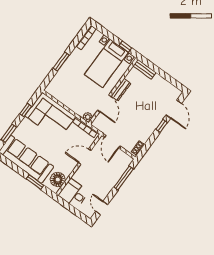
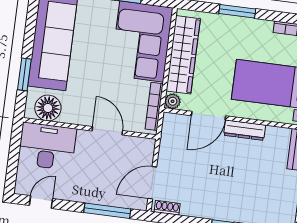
wardrobe: (68, 100) -> (183, 55), added
door: (112, 142) -> (152, 183), moved
desk: (74, 194) -> (47, 146), width x1.37

